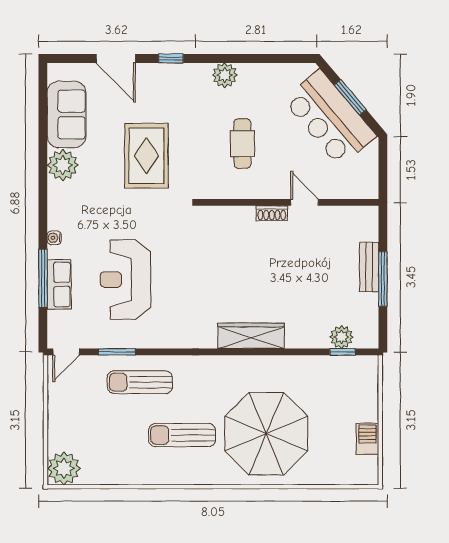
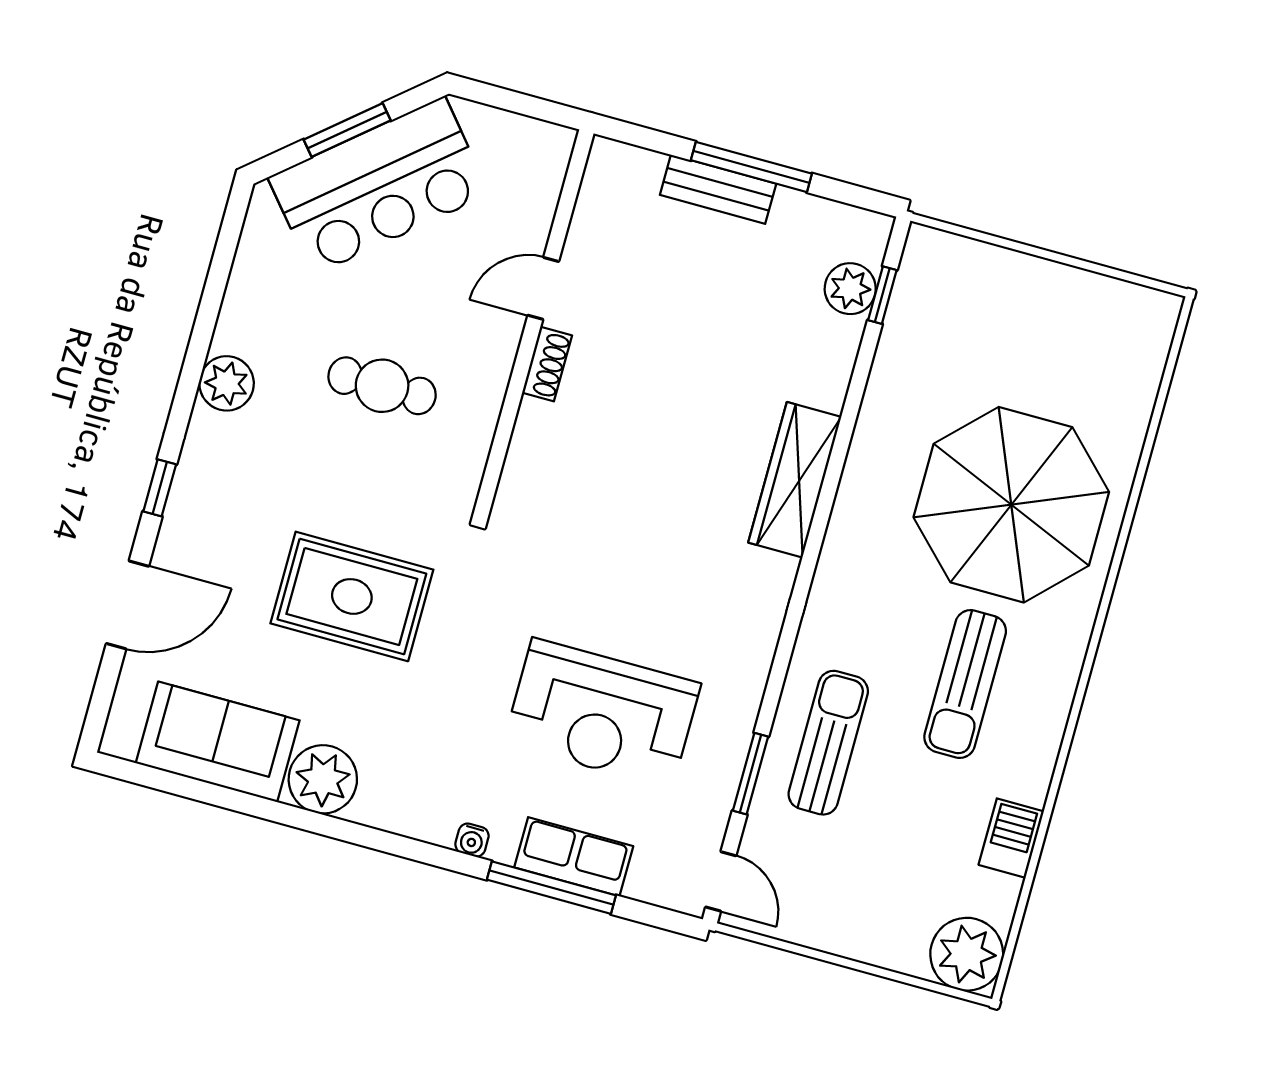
sun lounger: (140, 382) -> (828, 743), turned 180
barbecue: (367, 439) -> (1011, 838), moved, turned 90

